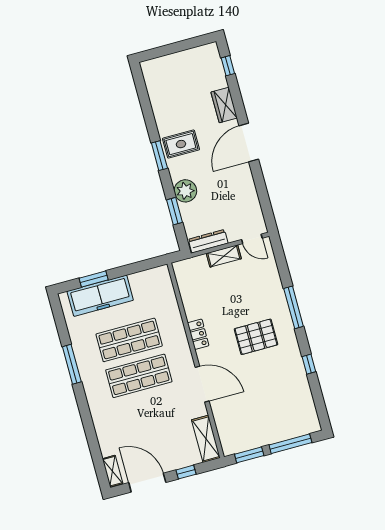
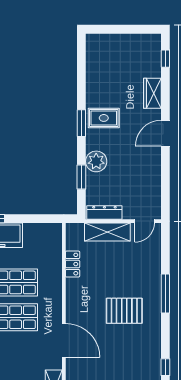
door: (249, 142) -> (165, 133), width x0.73
door: (252, 239) -> (145, 221), hinge flipped
shelving: (224, 256) -> (107, 232), width x1.50, depth x1.33
locker: (198, 334) -> (73, 264), moved
window: (309, 364) -> (165, 367), moved

